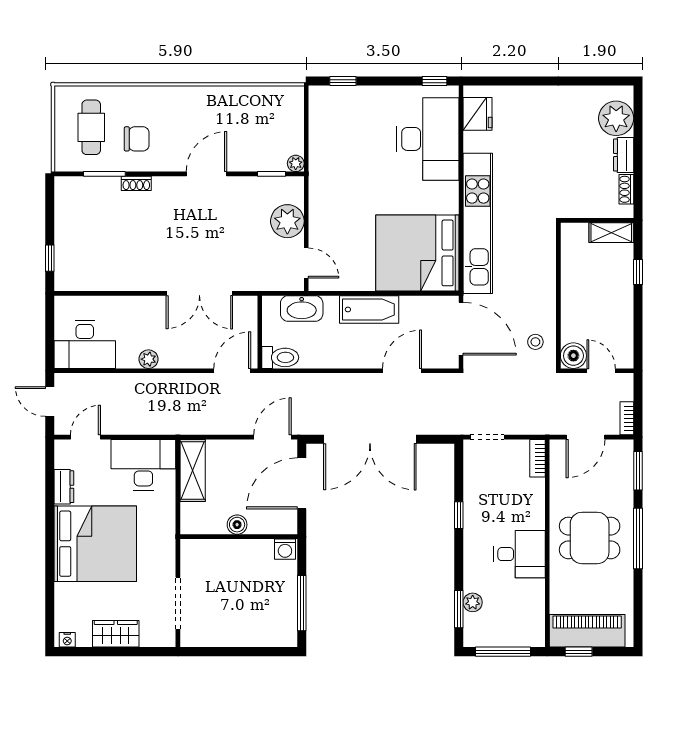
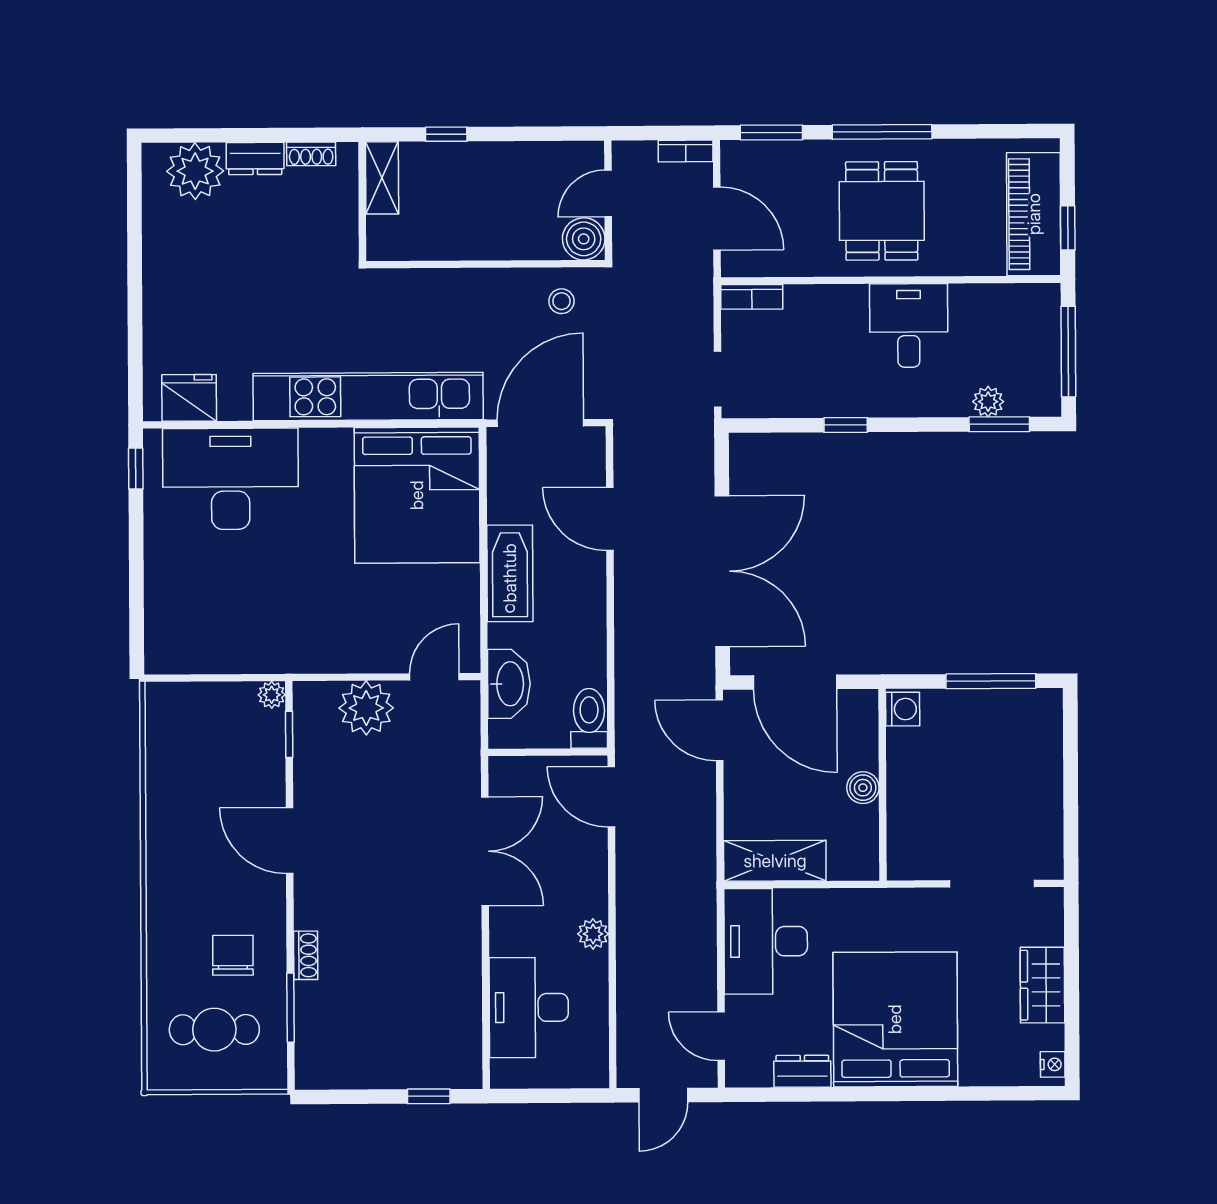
window: (343, 81) -> (137, 618), removed
desk: (85, 344) -> (529, 1007), moved, turned 180

